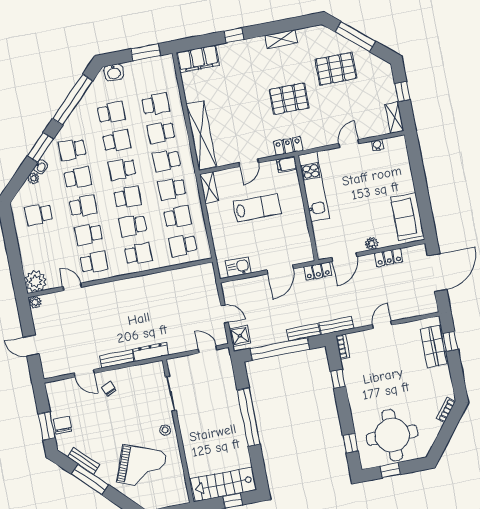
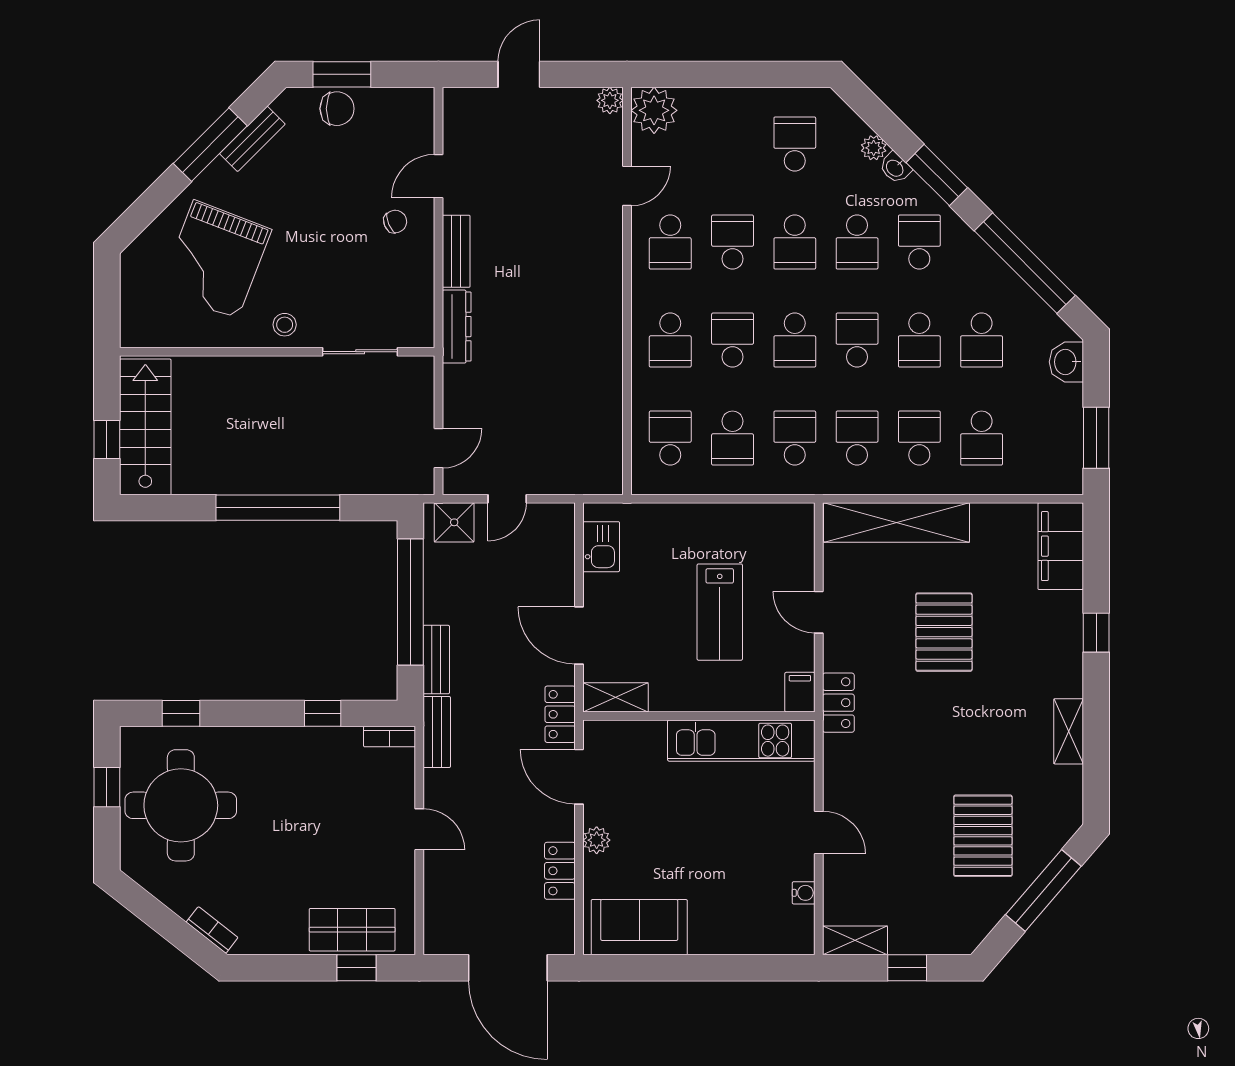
pallet: (289, 99) -> (944, 632), moved
shelving: (209, 188) -> (616, 697), moved

